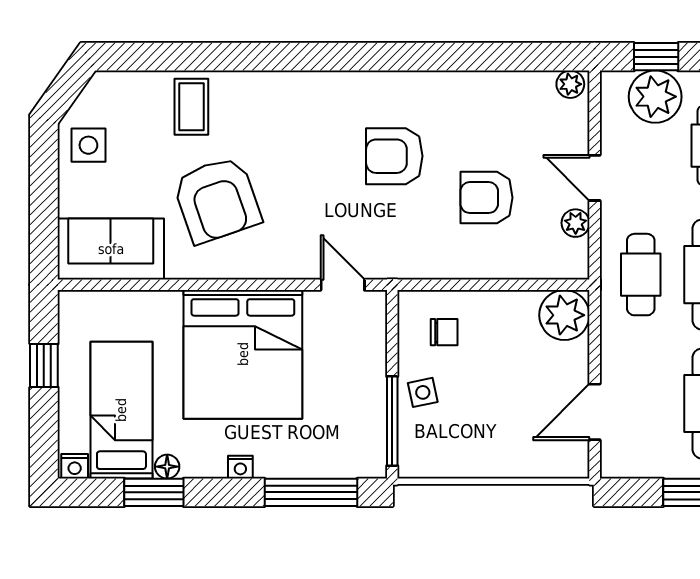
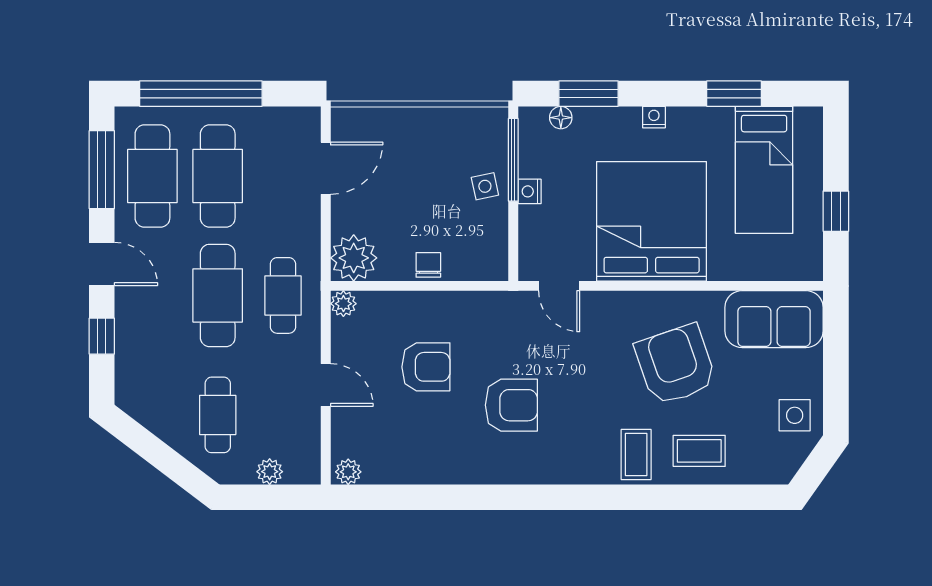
window: (656, 57) -> (269, 497), removed
plant: (655, 97) -> (270, 472), width x0.53, depth x0.53
coffee table: (260, 103) -> (636, 454), added
coffee table: (191, 107) -> (699, 451), turned 90
plant: (576, 223) -> (343, 304), moved
chair: (444, 332) -> (428, 265), moved, turned 90
nightstand: (75, 466) -> (530, 191), moved, turned -90
floor lamp: (167, 467) -> (561, 118), moved
window: (311, 492) -> (589, 94), width x0.69

